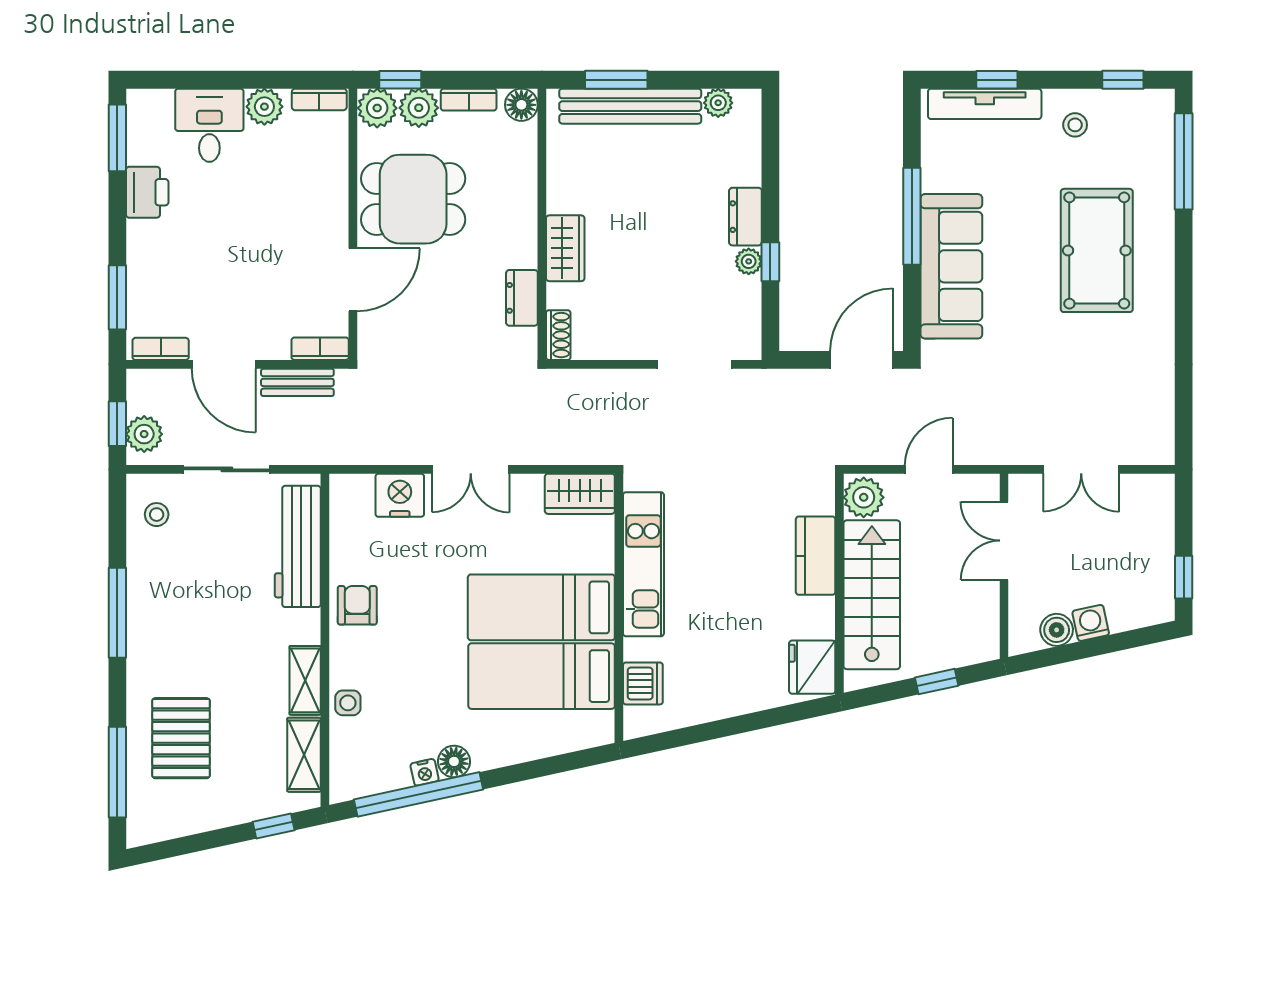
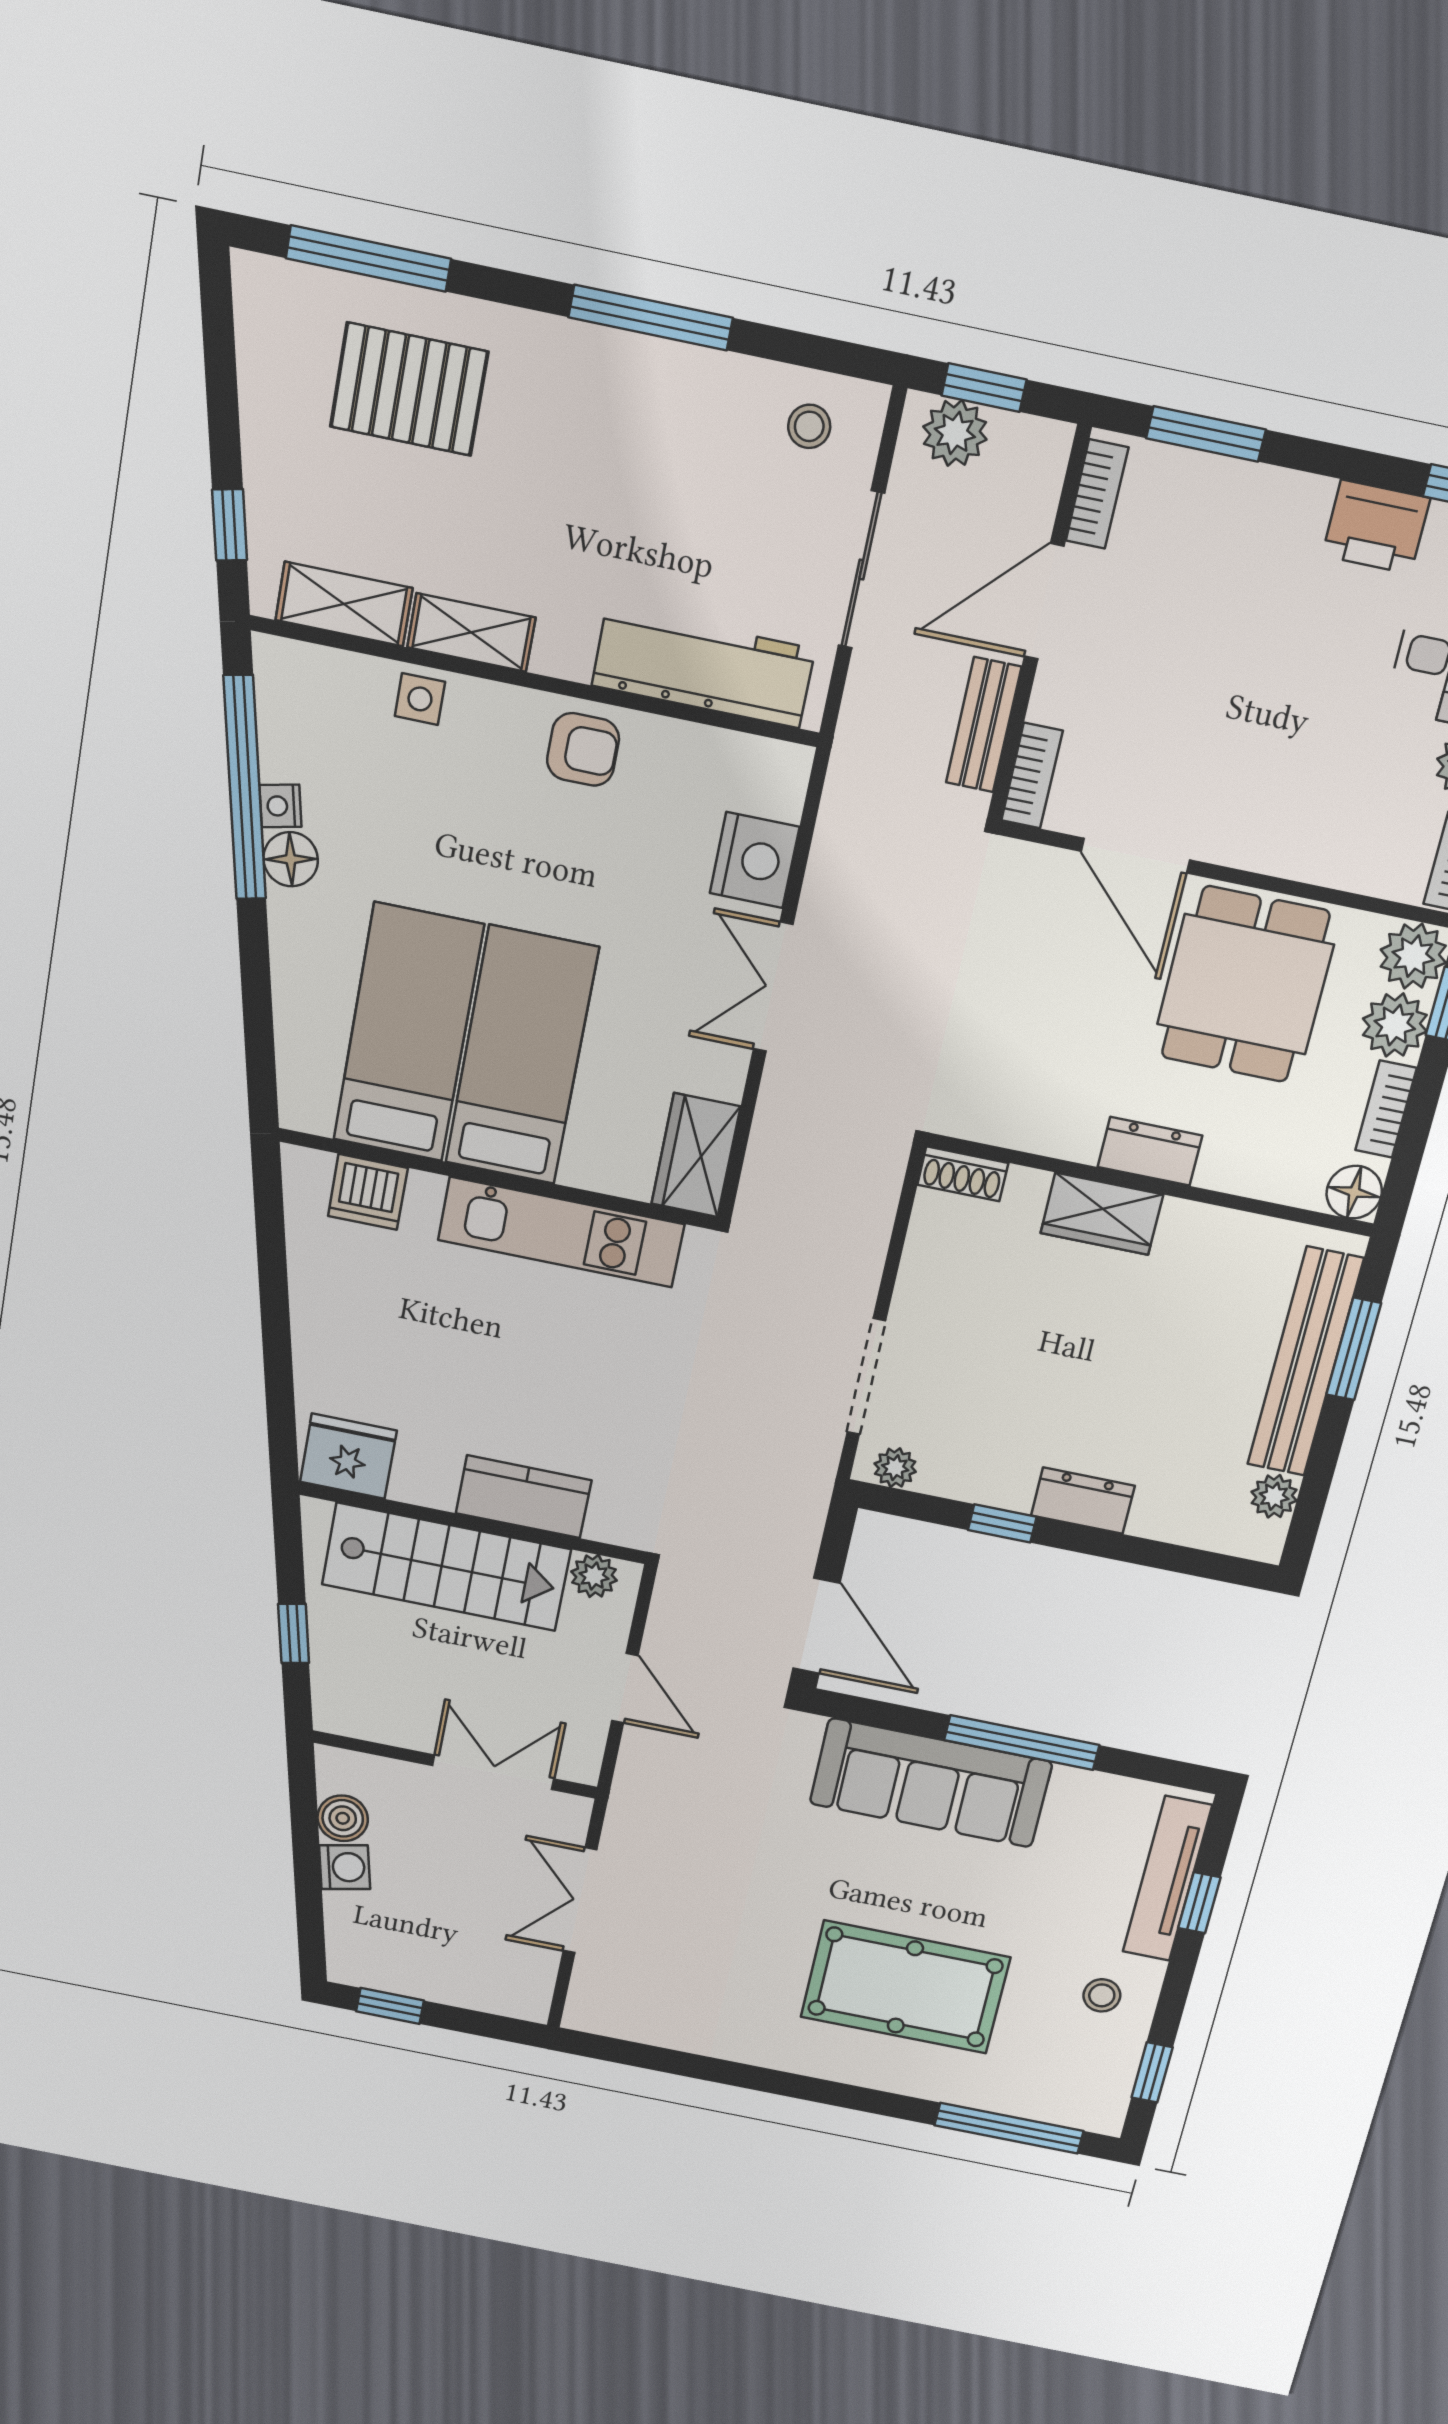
plant: (749, 261) -> (895, 1468), moved
dresser: (522, 298) -> (1150, 1151), moved
plant: (864, 497) -> (594, 1576), width x0.73, depth x0.73

